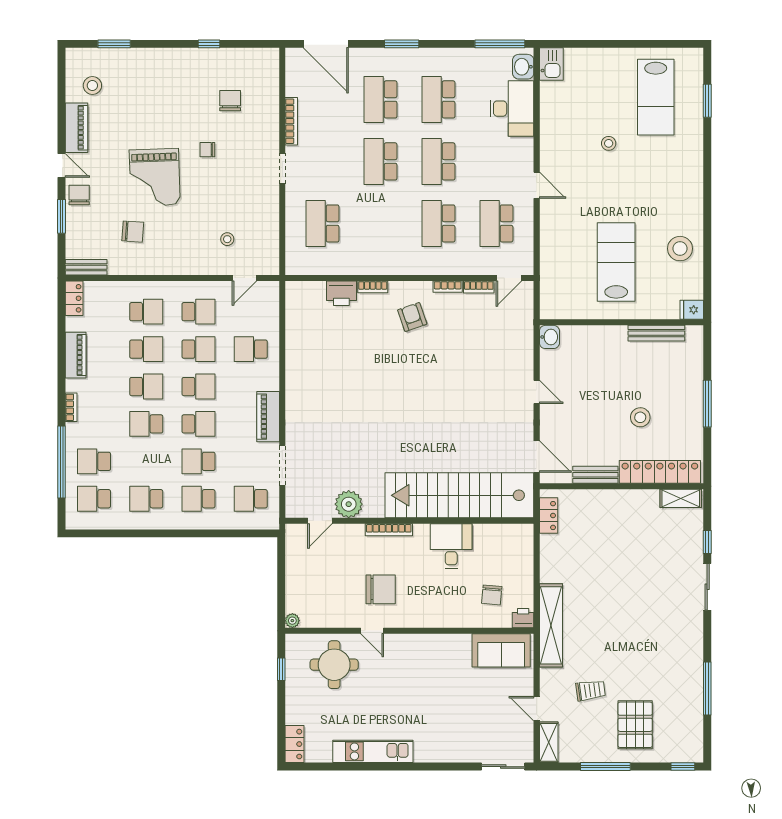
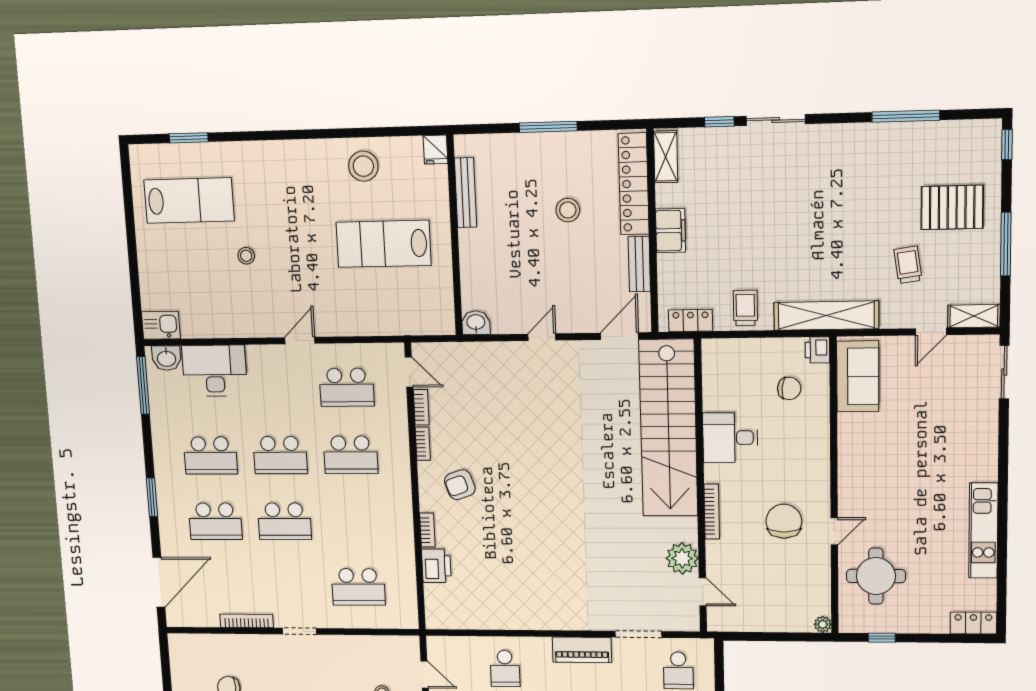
filing cabinet: (622, 501) -> (671, 231), added
trolley: (558, 560) -> (745, 308), added

